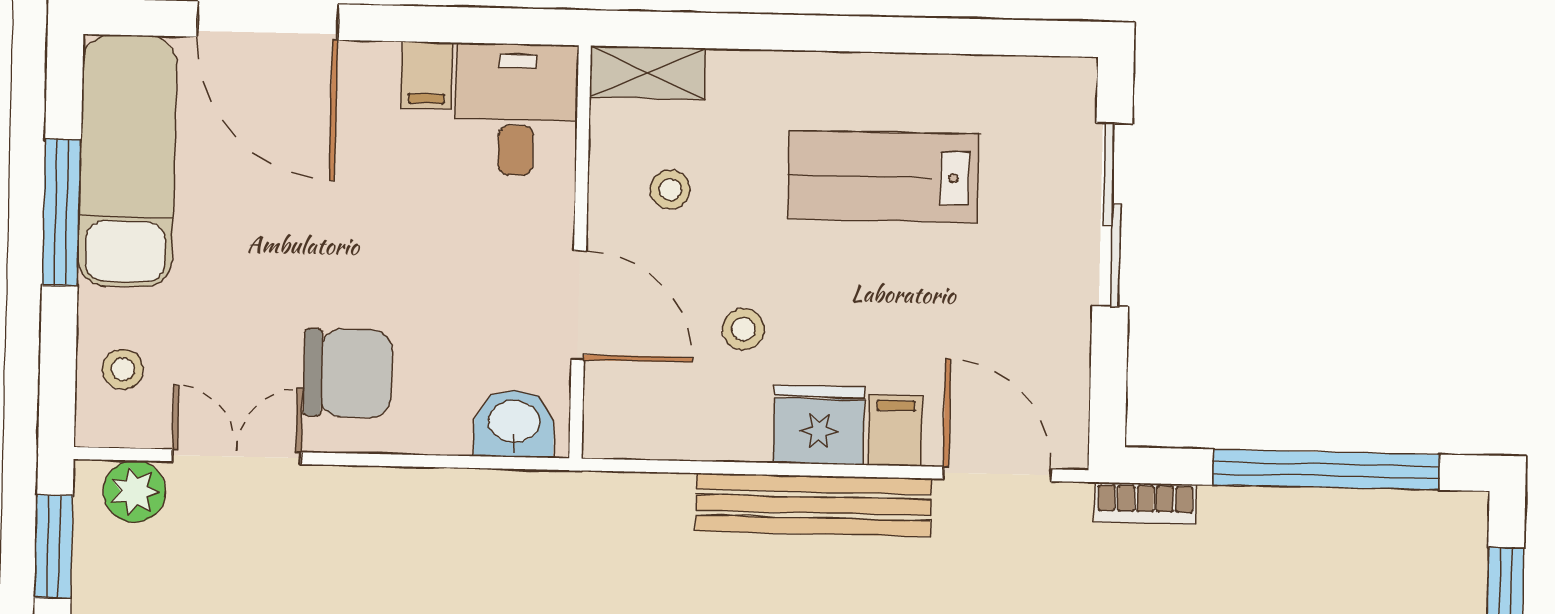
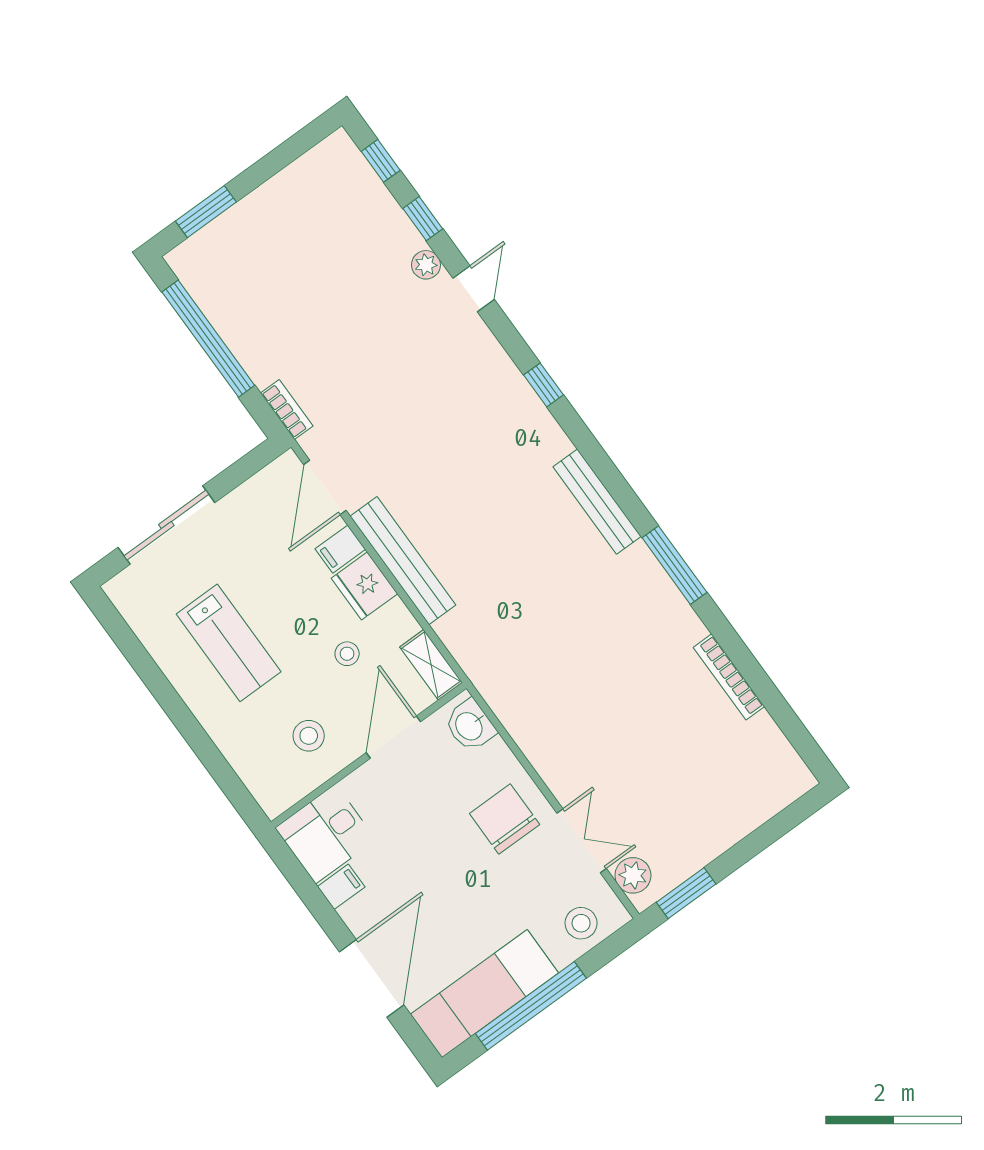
shelving: (648, 73) -> (431, 665), moved
stool: (670, 190) -> (309, 736), width x1.37, depth x1.37
window: (61, 212) -> (531, 1006), width x1.46
stool: (123, 369) -> (581, 923), width x1.37, depth x1.37
double door: (237, 457) -> (582, 841), swing flipped

